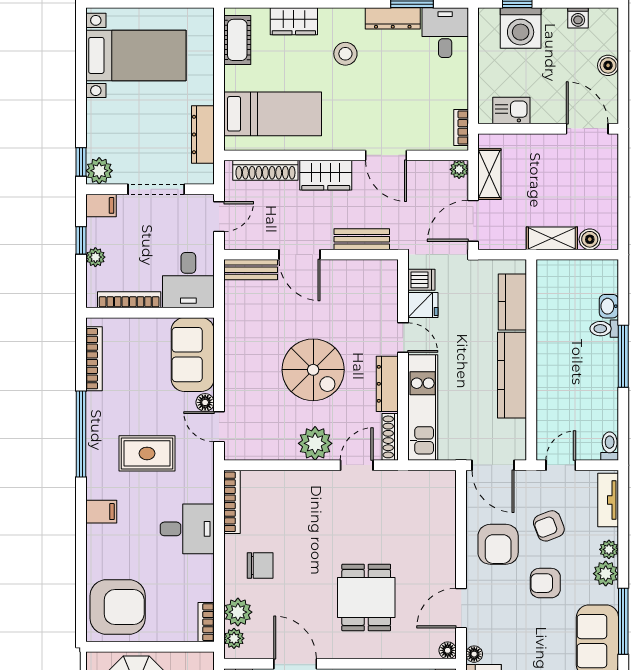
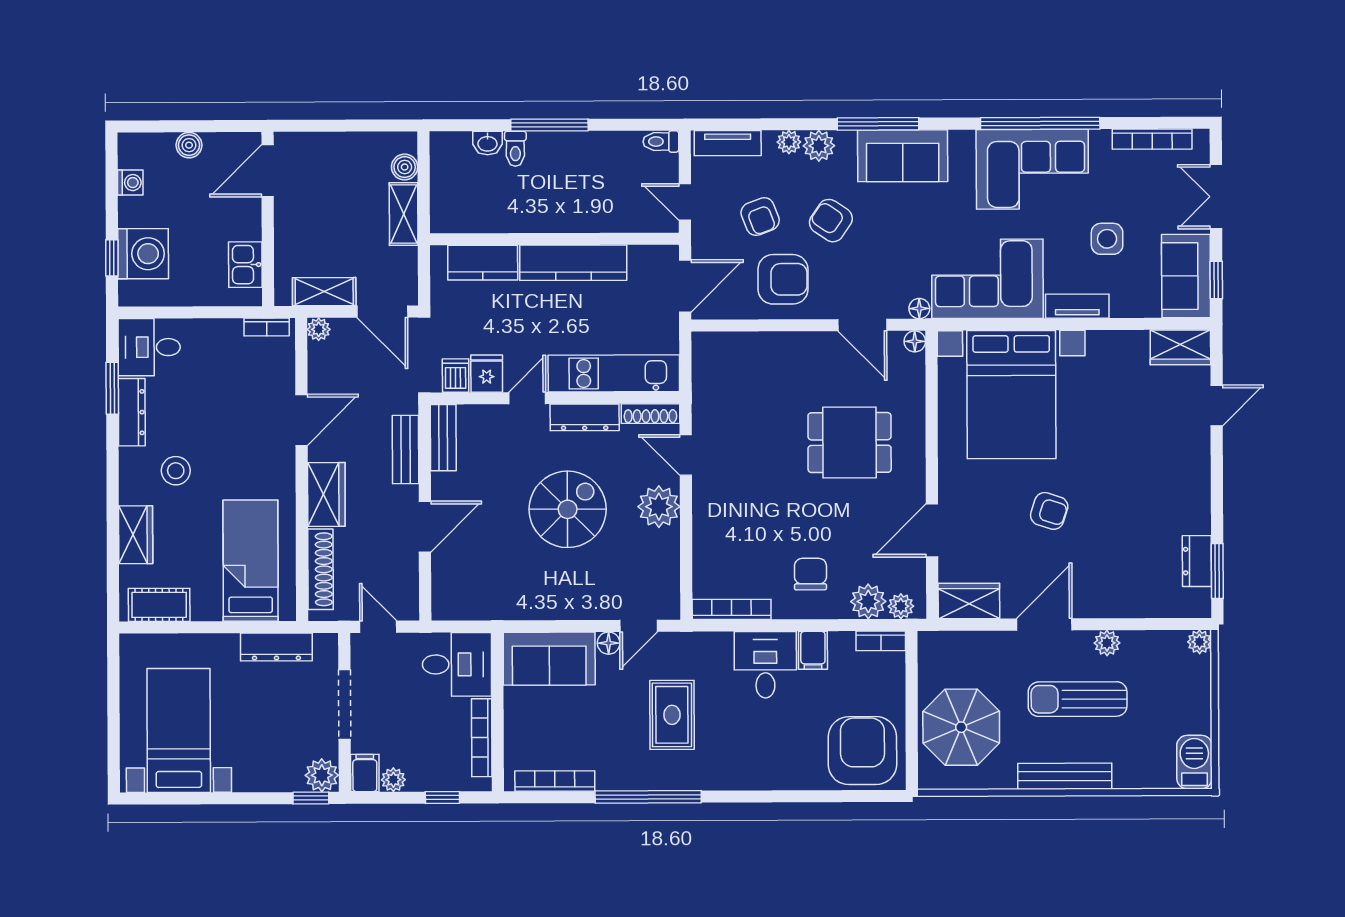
window: (81, 240) -> (442, 798), moved
plant: (95, 257) -> (393, 780), moved
bench: (251, 270) -> (443, 438), moved
filing cabinet: (101, 512) -> (813, 650), moved, turned 180
armchair: (545, 583) -> (831, 221), turned 124

